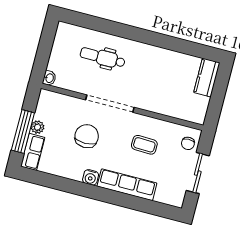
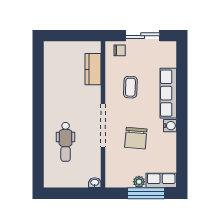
kitchen counter: (207, 78) -> (93, 69), moved, turned 90
chair: (87, 136) -> (136, 138), turned -85

